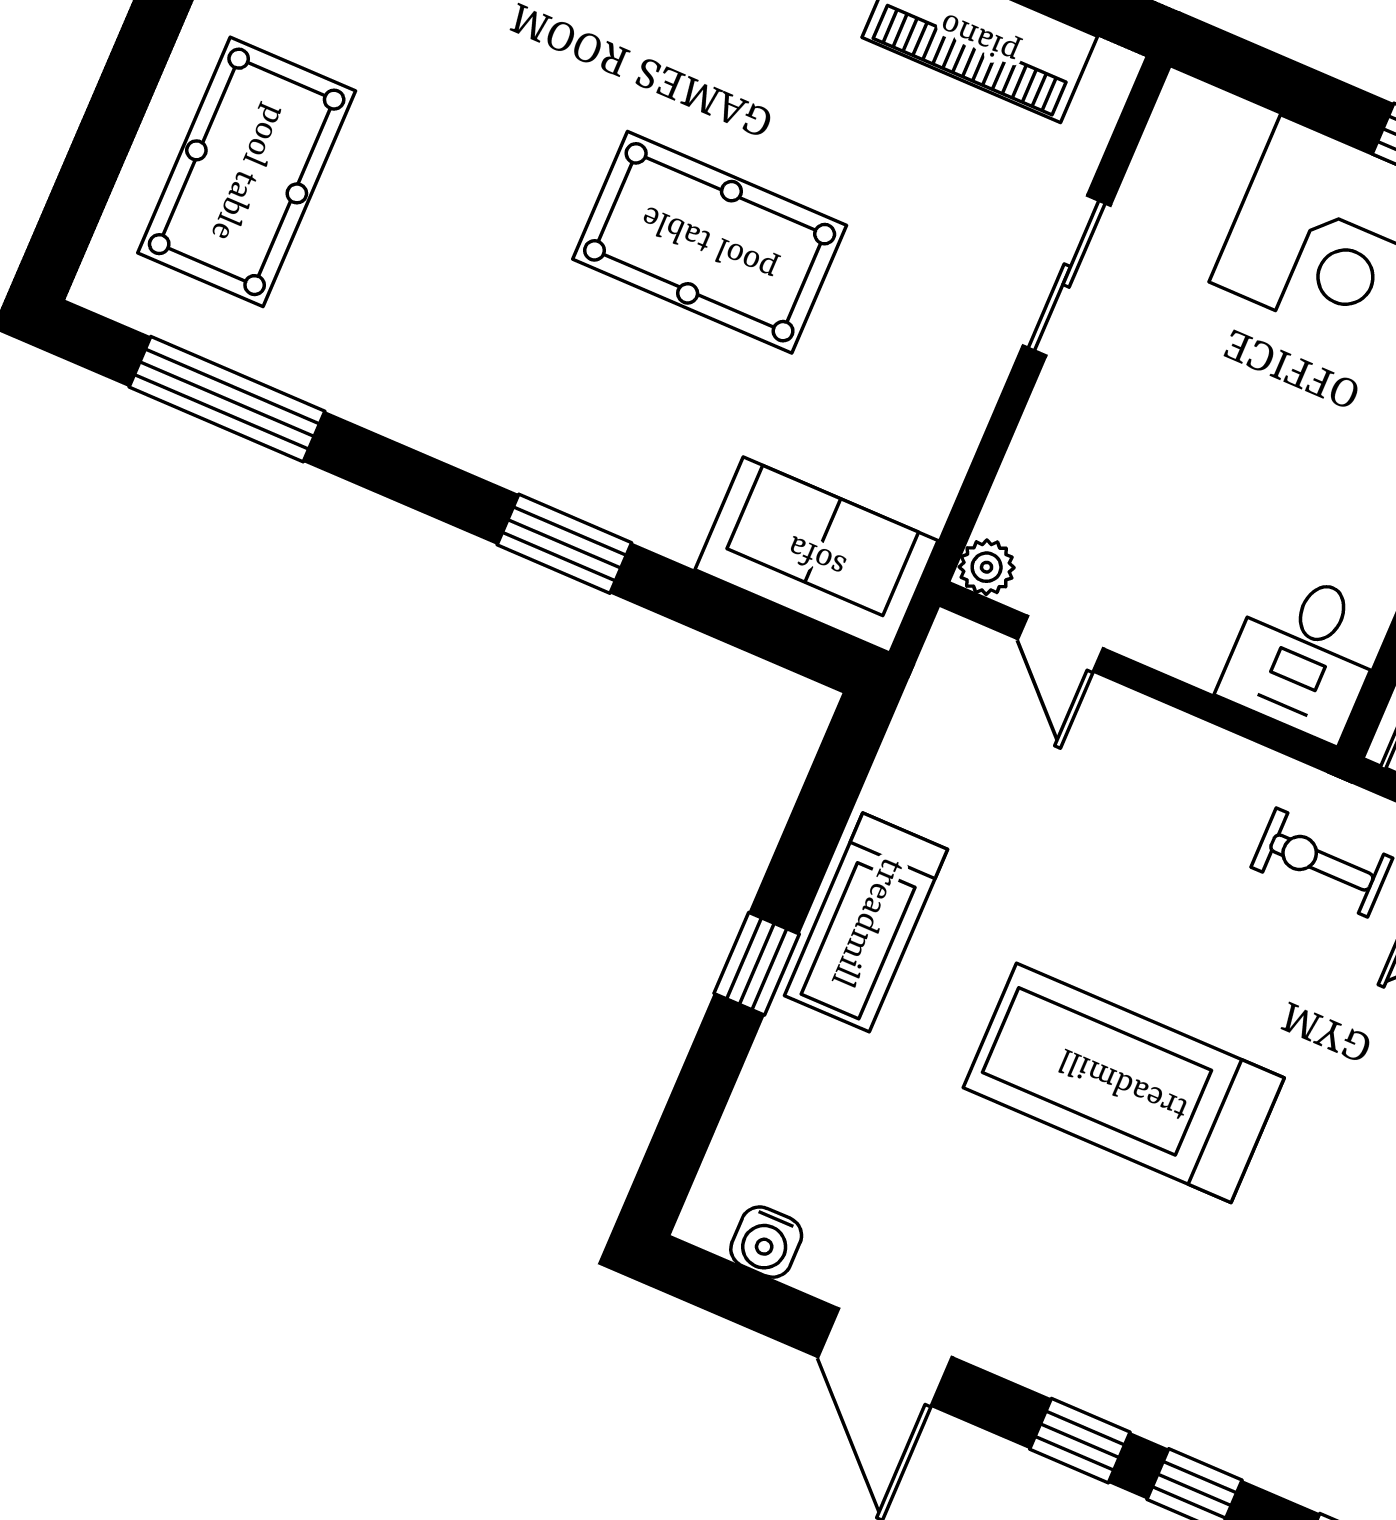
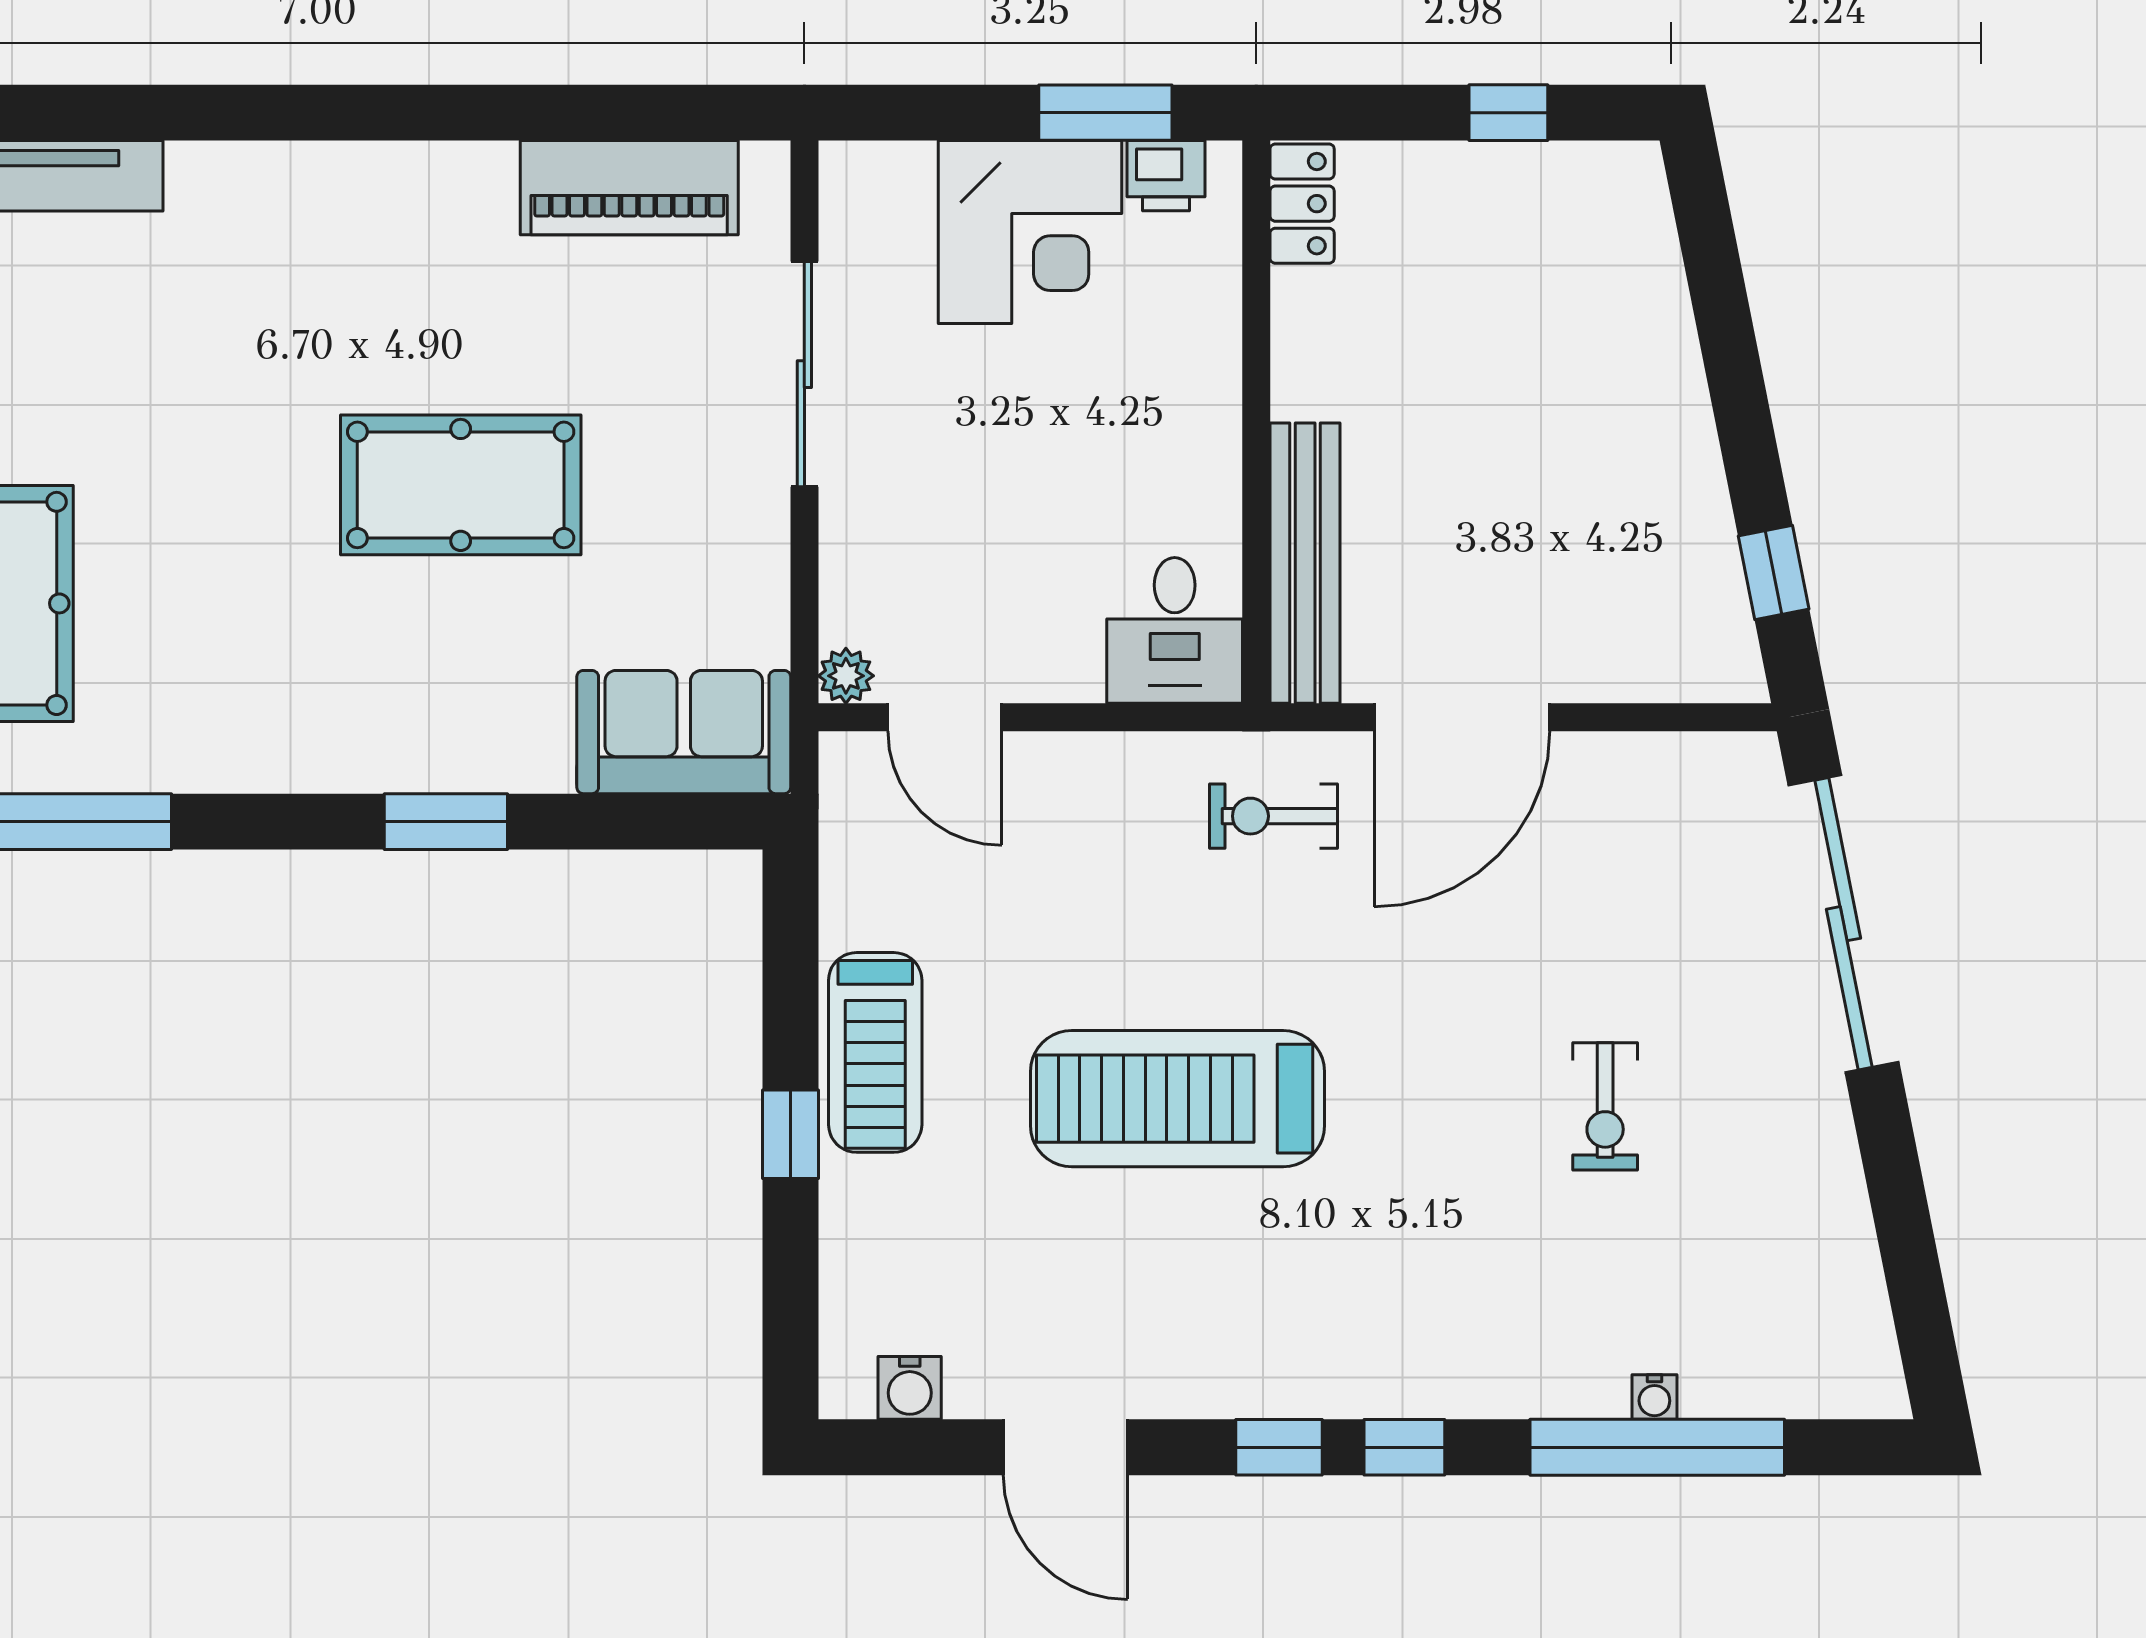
sliding door: (1067, 276) -> (804, 374), width x1.37
door: (1060, 644) -> (945, 717), width x1.38

